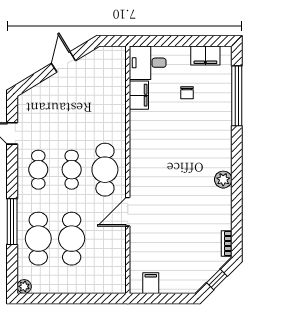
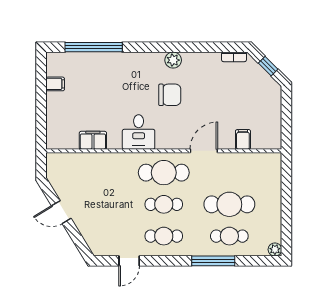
filing cabinet: (205, 55) -> (55, 84), width x0.50
desk: (148, 63) -> (139, 132), moved
chair: (187, 93) -> (170, 95), moved, width x1.87, depth x1.87
door: (128, 212) -> (204, 151), swing flipped
cafe table: (38, 239) -> (229, 236), width x0.73, depth x0.74
filing cabinet: (151, 283) -> (243, 139), moved, turned 90

